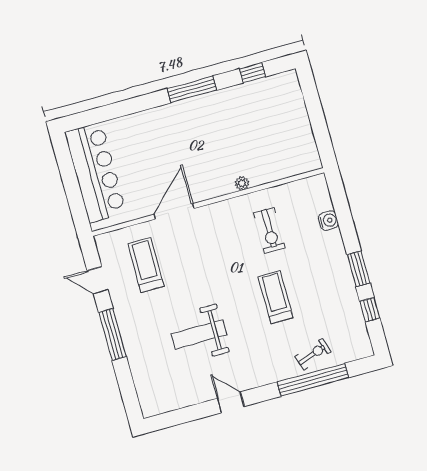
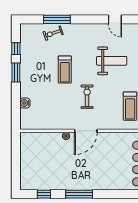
door: (174, 211) -> (86, 131), moved
exercise bike: (269, 230) -> (87, 97), moved
window: (313, 380) -> (57, 19), width x0.68
door: (231, 402) -> (115, 19), moved

